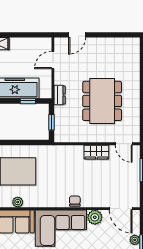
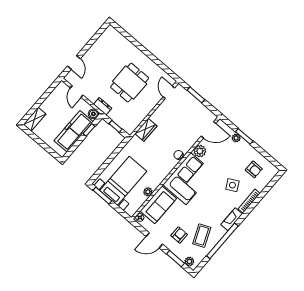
boiler: (46, 93) -> (93, 114), added
dining table: (102, 101) -> (130, 83), width x0.73
door: (124, 144) -> (169, 92), swing flipped
wardrobe: (96, 152) -> (146, 130), moved

